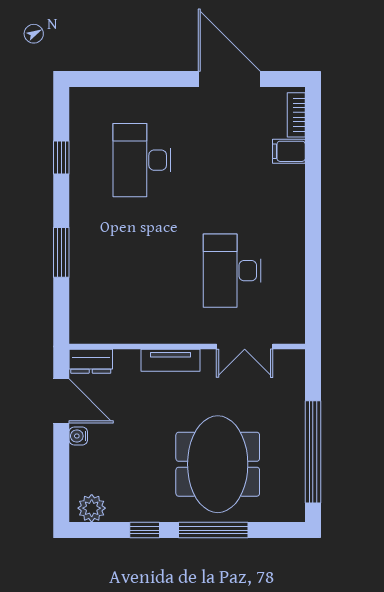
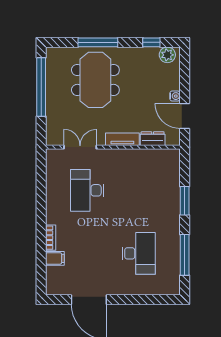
bookcase: (296, 115) -> (51, 238), moved
window: (61, 157) -> (185, 255), width x2.17
desk: (232, 271) -> (87, 190), turned 180
dresser: (91, 361) -> (153, 139), moved
window: (145, 530) -> (151, 42), moved

